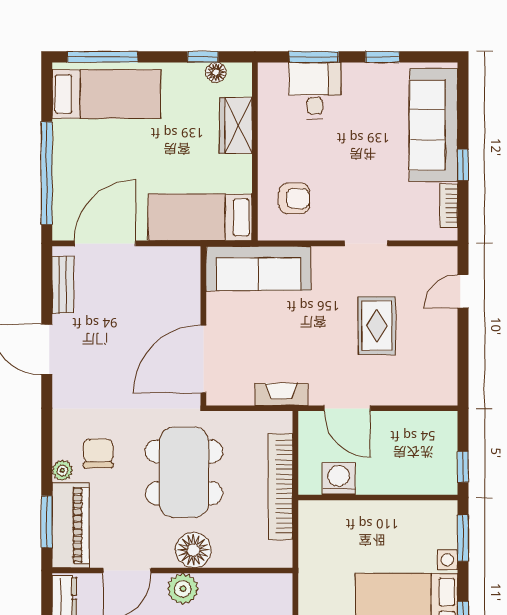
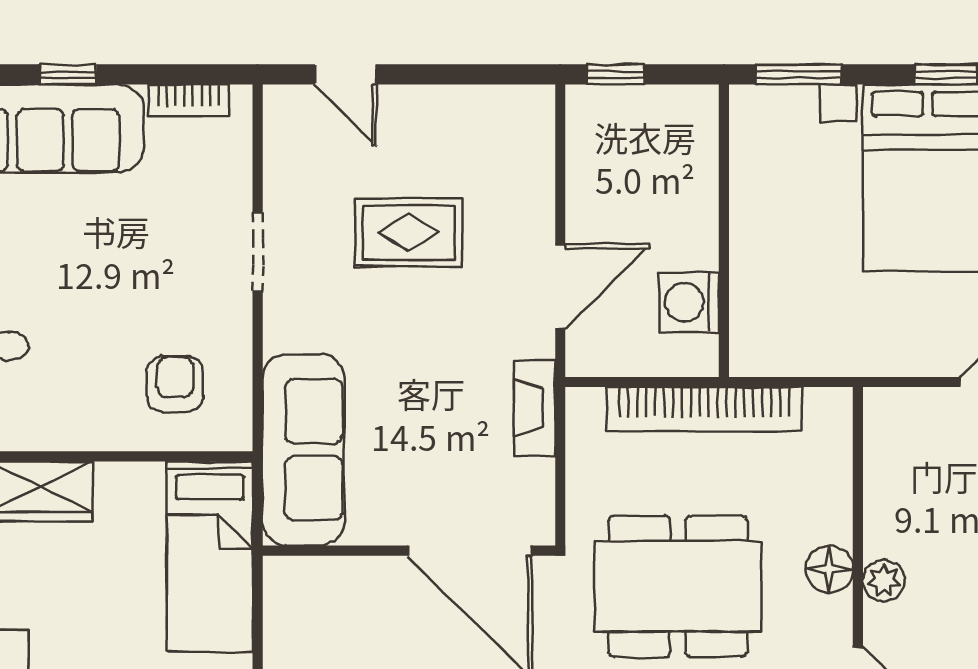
window: (463, 165) -> (68, 74), moved
window: (463, 467) -> (616, 74), moved
floor lamp: (193, 550) -> (829, 569), width x0.73, depth x0.73
plant: (183, 589) -> (884, 581), width x0.73, depth x0.73

